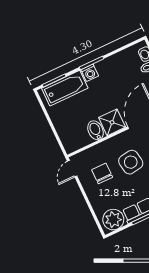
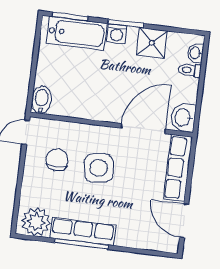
shower: (112, 122) -> (152, 43), moved
bidet: (96, 130) -> (41, 100), moved

